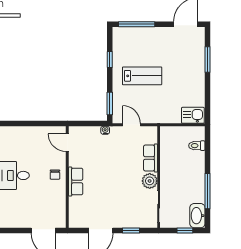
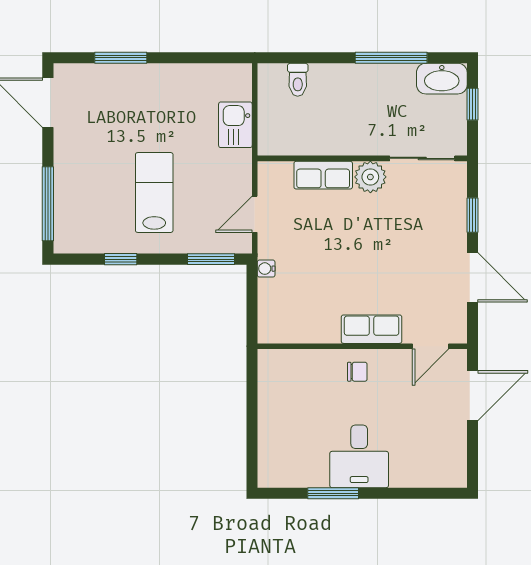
kitchen sink: (193, 115) -> (235, 125), moved
door: (67, 143) -> (431, 346), moved

